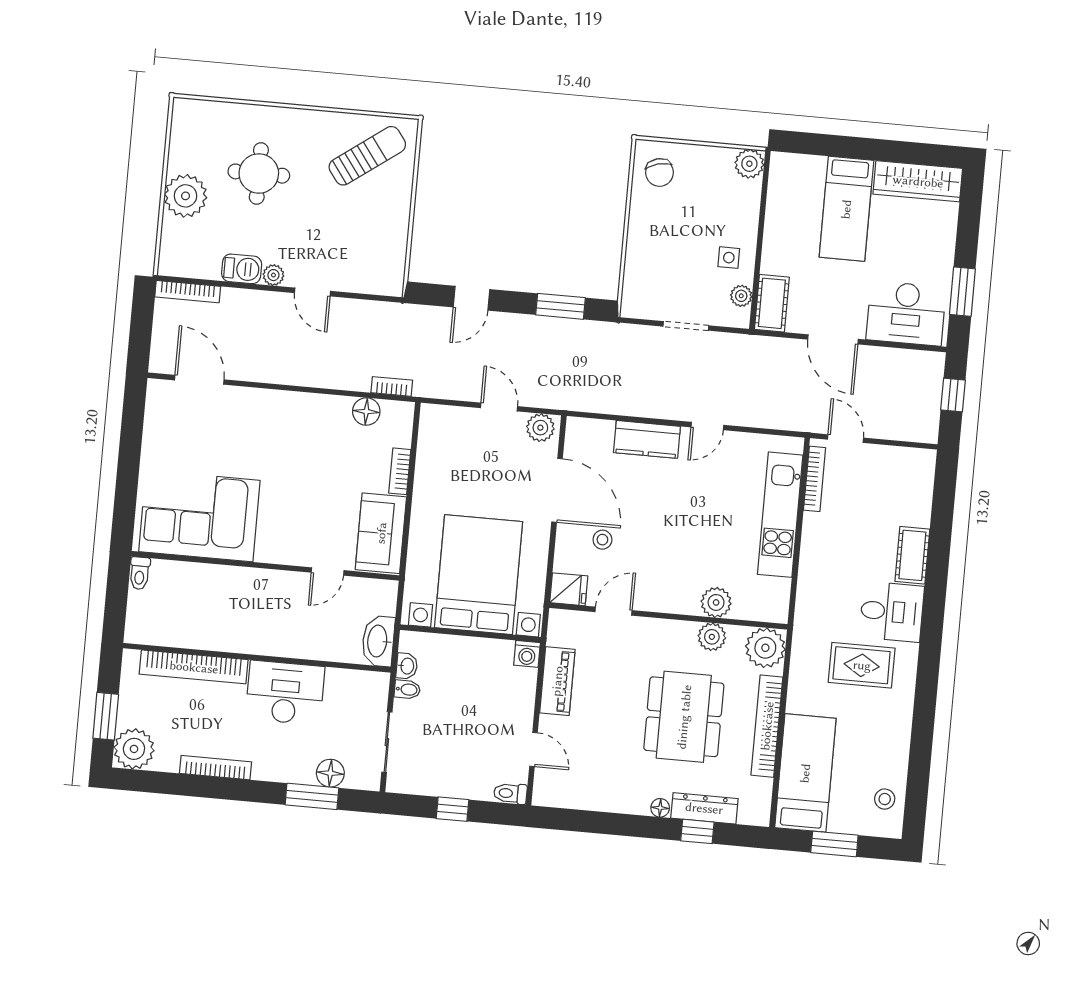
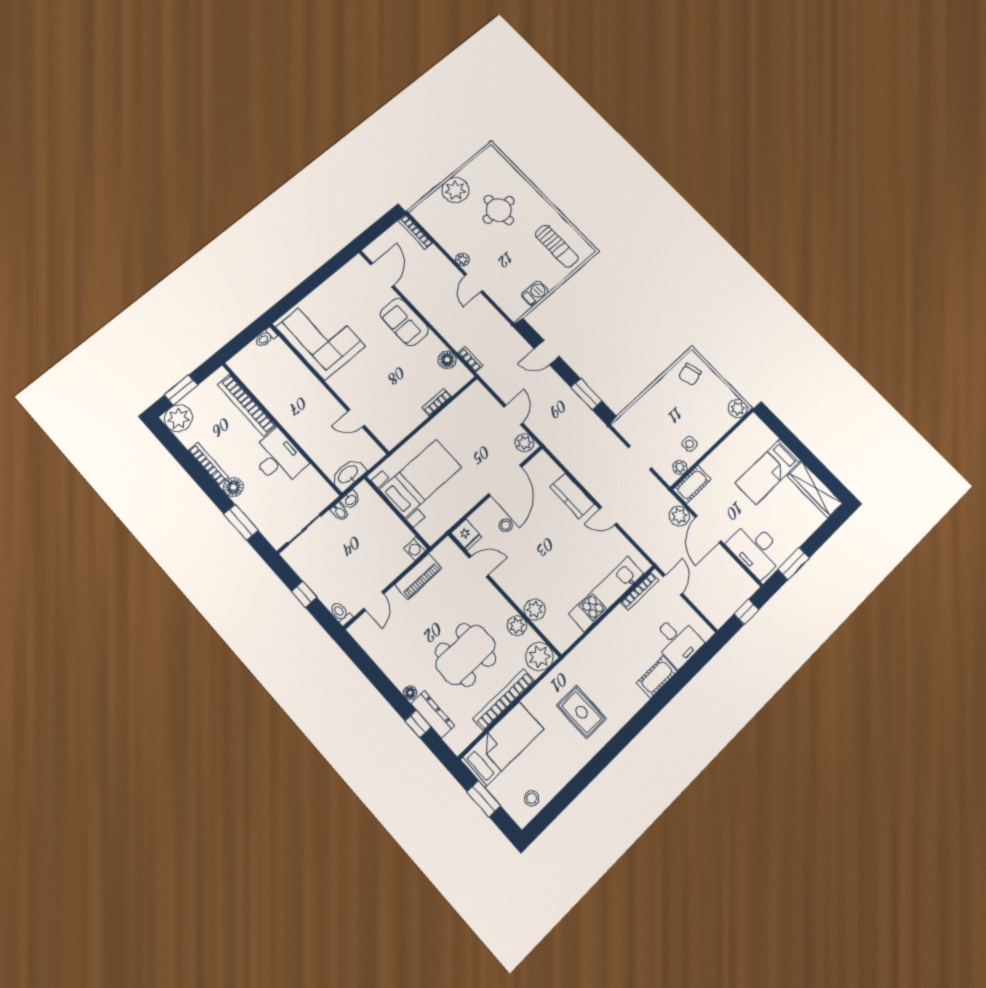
sun lounger: (367, 156) -> (557, 246), turned 36
barbecue: (242, 269) -> (535, 293), moved, turned -90
plant: (788, 353) -> (679, 516), added
sofa: (381, 533) -> (404, 322), moved, turned -90
bed with nightstands: (479, 575) -> (421, 478), width x0.73
desk: (892, 612) -> (677, 641), moved
floor lamp: (330, 773) -> (233, 487), moved

